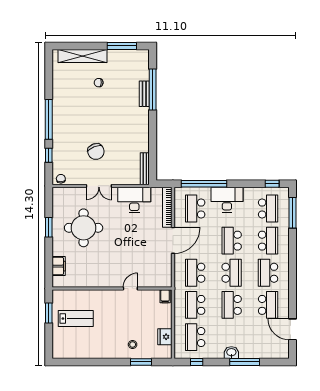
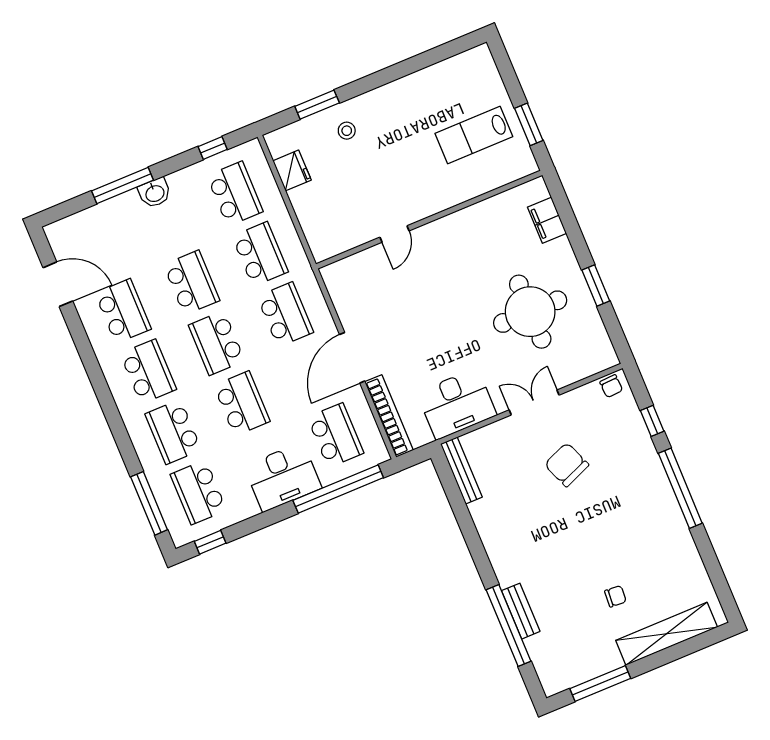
filing cabinet: (165, 296) -> (323, 247), removed
school desk: (268, 305) -> (123, 311), turned 180

